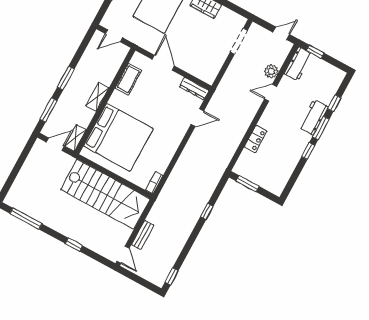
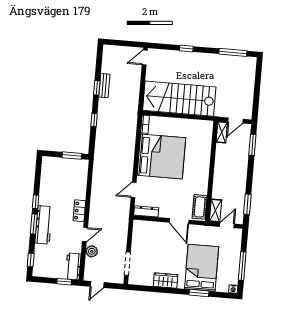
window: (66, 78) -> (247, 204), moved
cot: (128, 79) -> (200, 207), moved
shelving: (97, 97) -> (216, 211), moved
window: (334, 103) -> (31, 260), moved
workbench: (314, 117) -> (44, 225), width x1.38
bed: (118, 137) -> (161, 156), moved, turned 180
locker: (256, 139) -> (79, 211), moved
bench: (143, 235) -> (104, 86), moved
door: (123, 255) -> (145, 58), hinge flipped
window: (172, 276) -> (97, 88), moved

